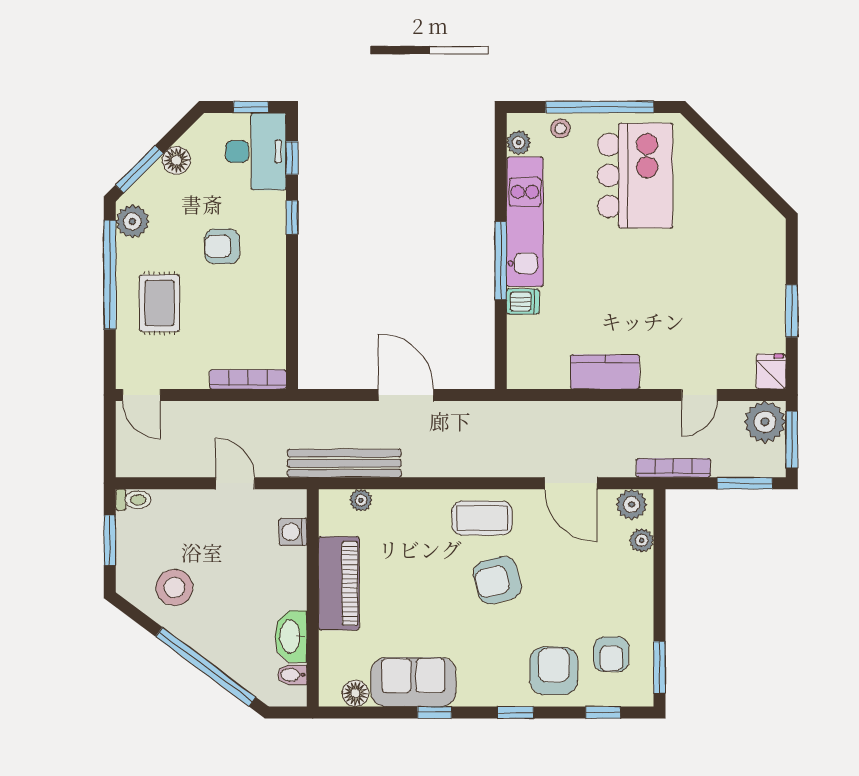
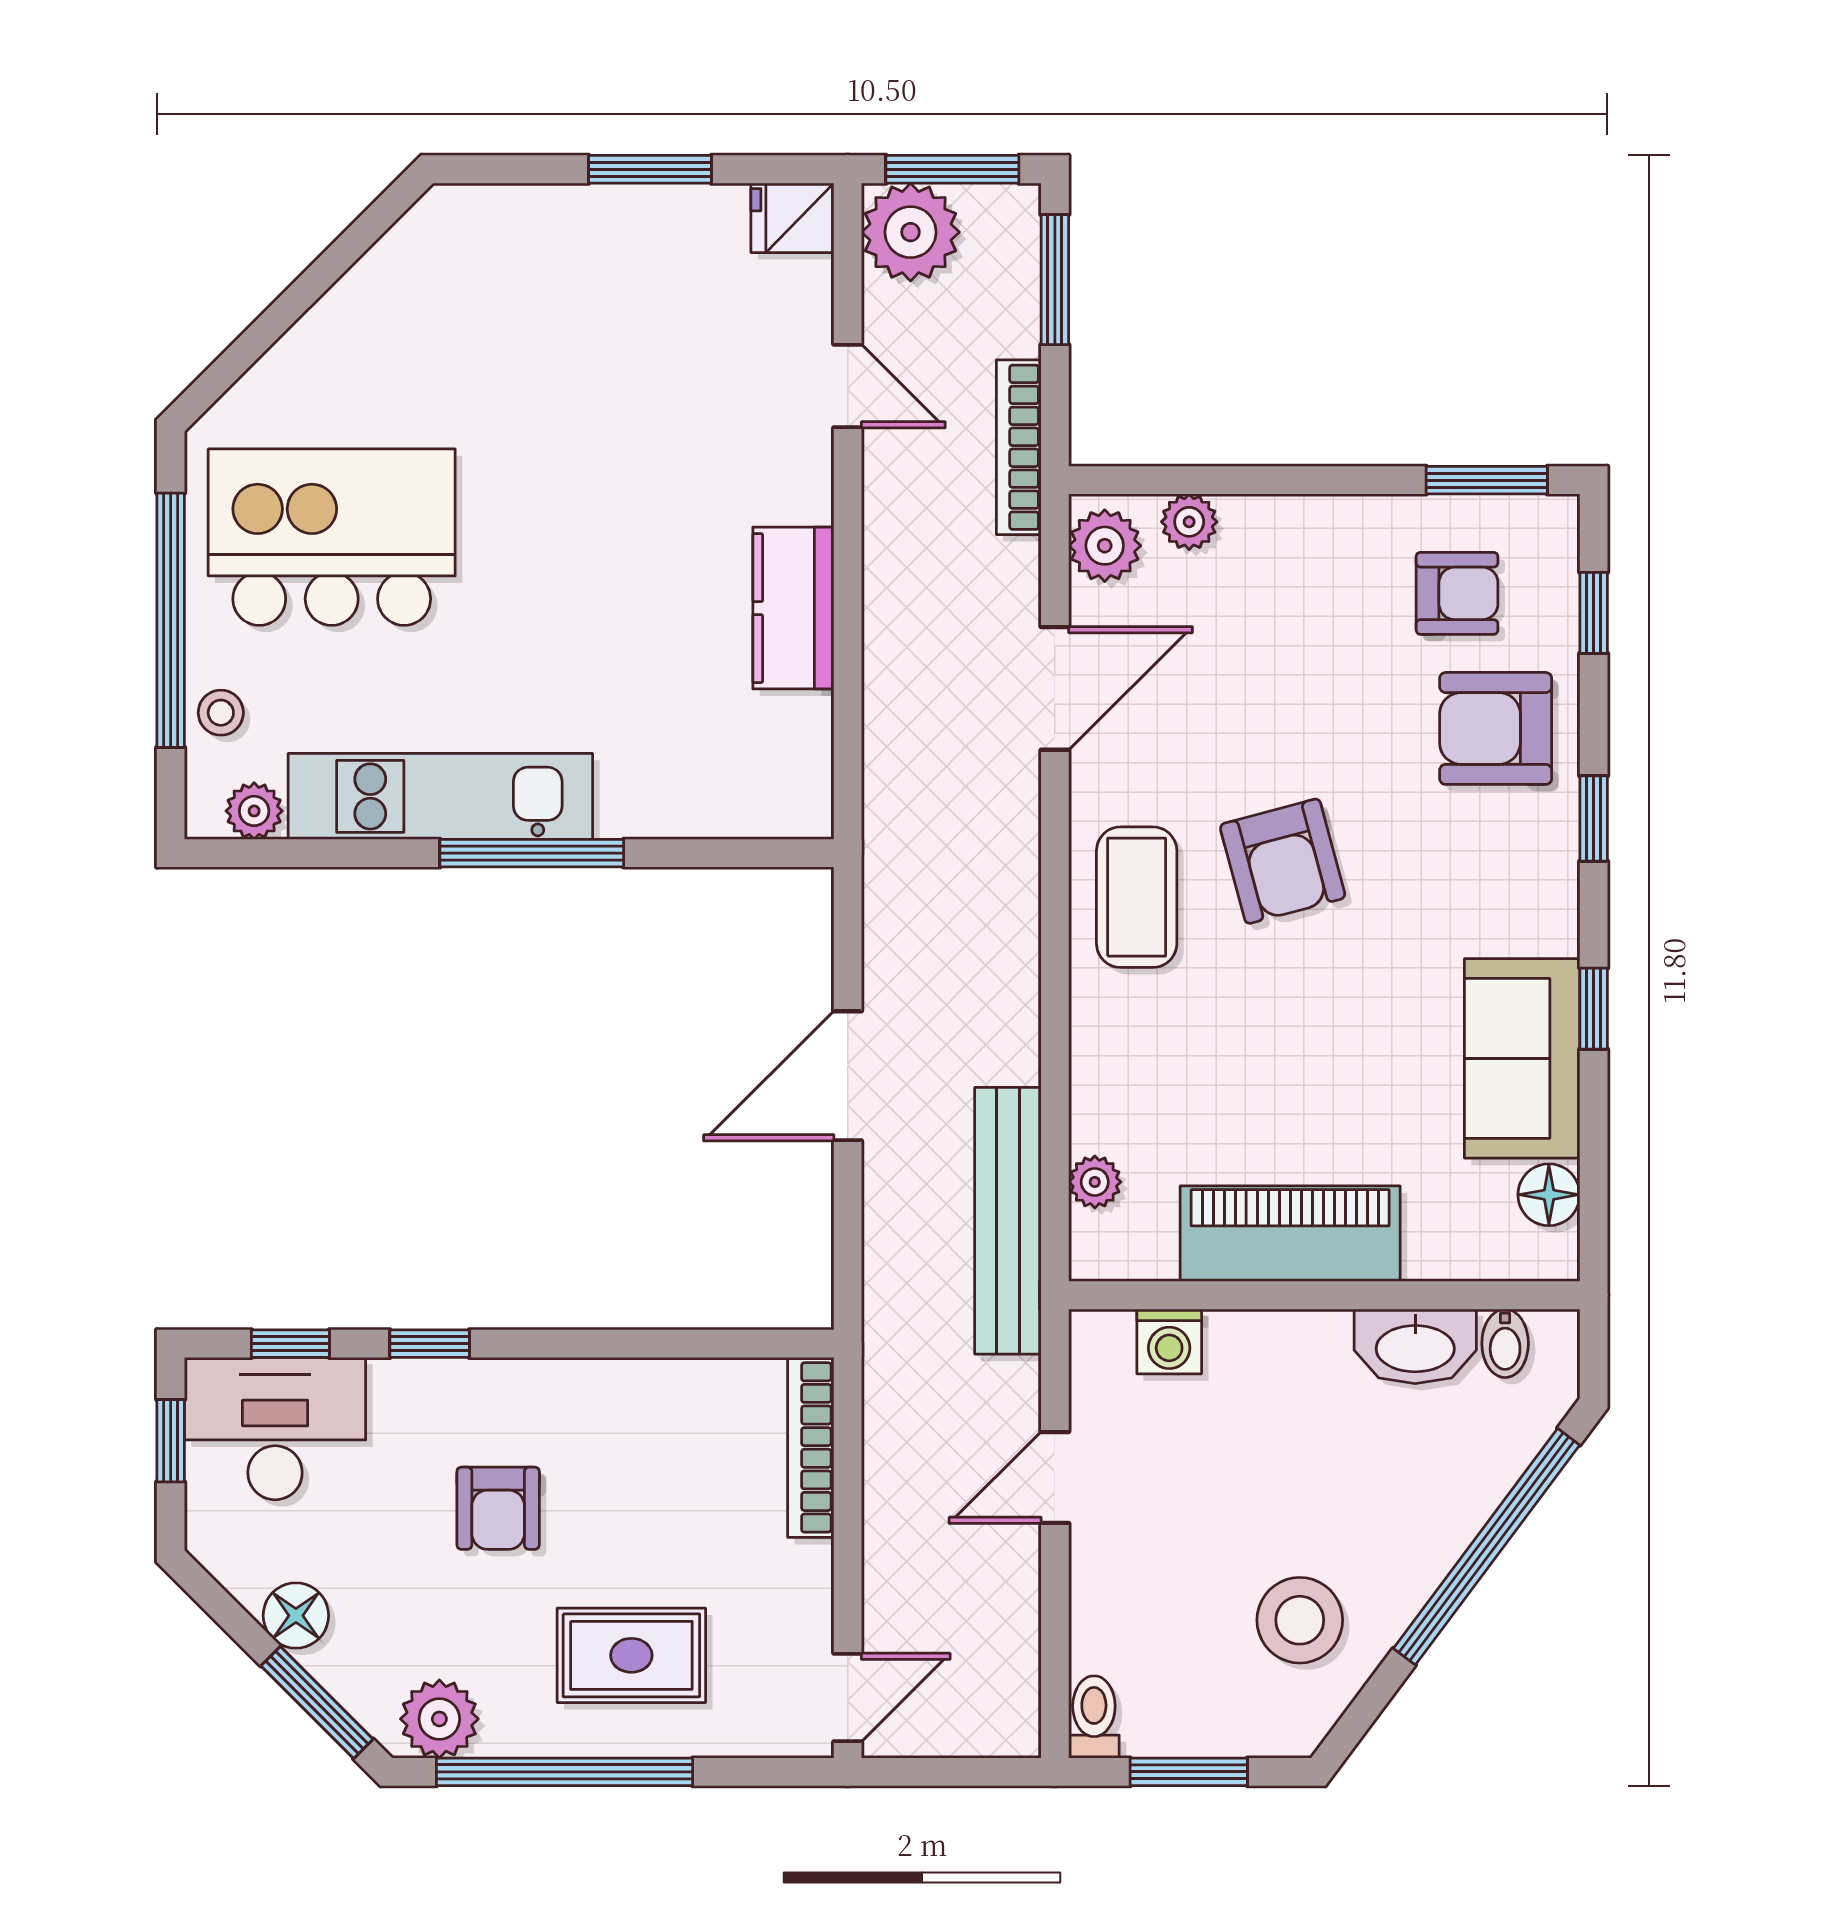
dishwasher: (523, 301) -> (628, 801), removed

